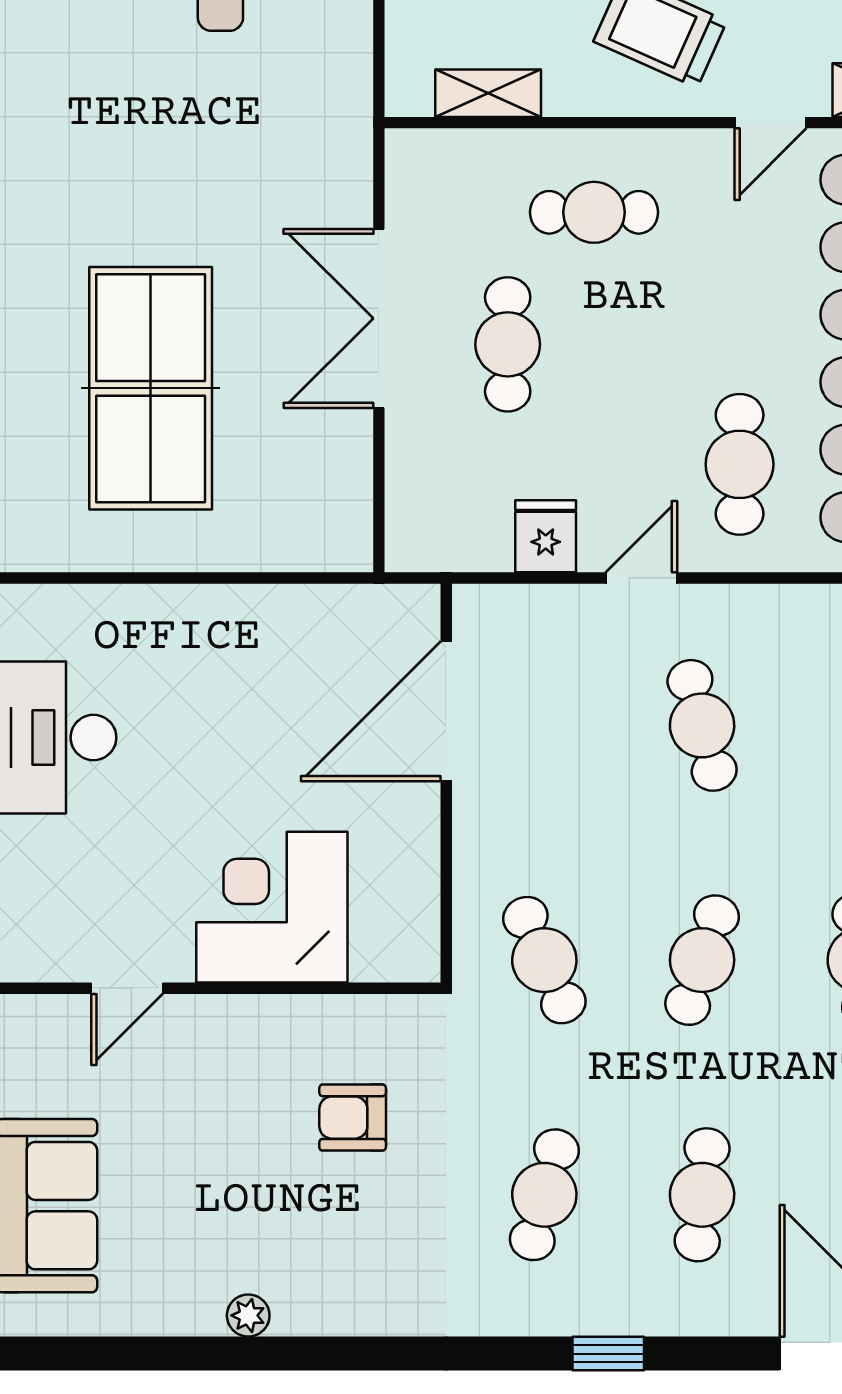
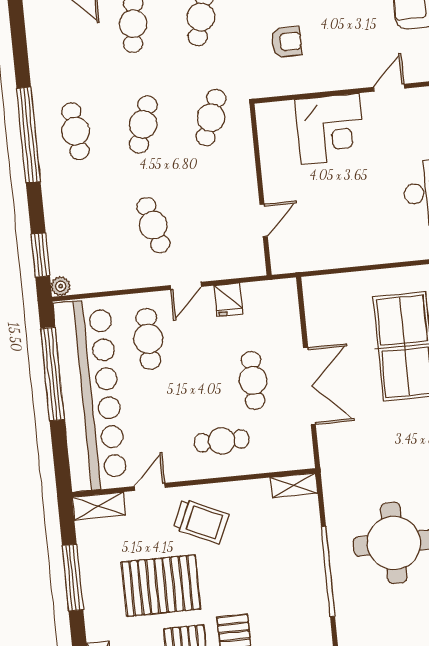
shelving: (488, 93) -> (294, 485), moved
door: (446, 711) -> (264, 220), width x0.53
cafe table: (544, 960) -> (211, 118), turned 45

